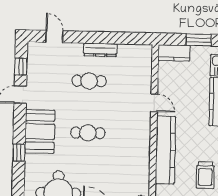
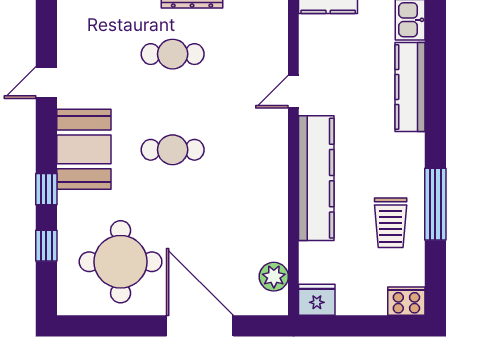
window: (21, 67) -> (46, 246), moved
door: (154, 103) -> (293, 92), swing flipped

